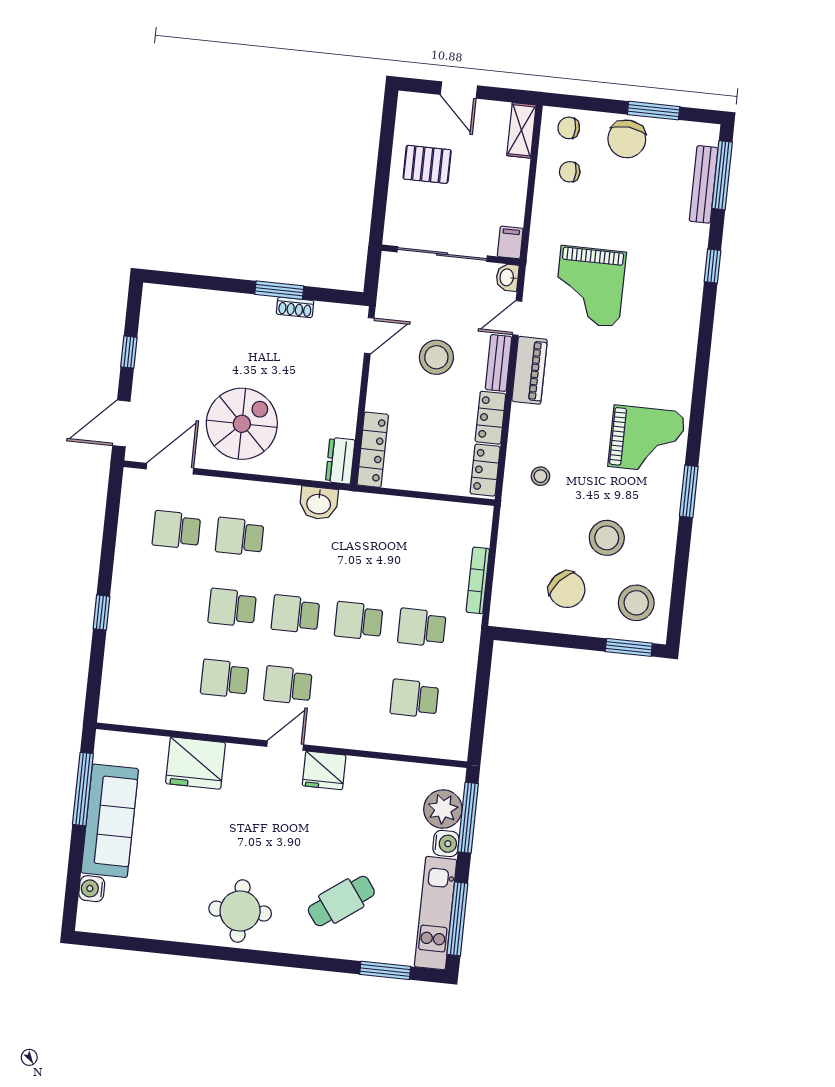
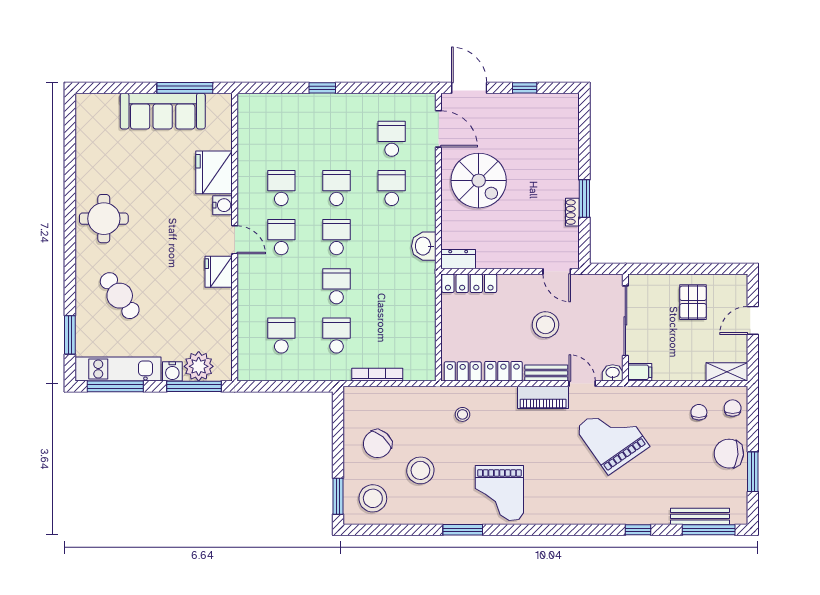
grand piano: (590, 286) -> (612, 437), turned 55
water cooler: (92, 889) -> (223, 205), moved, turned 90

